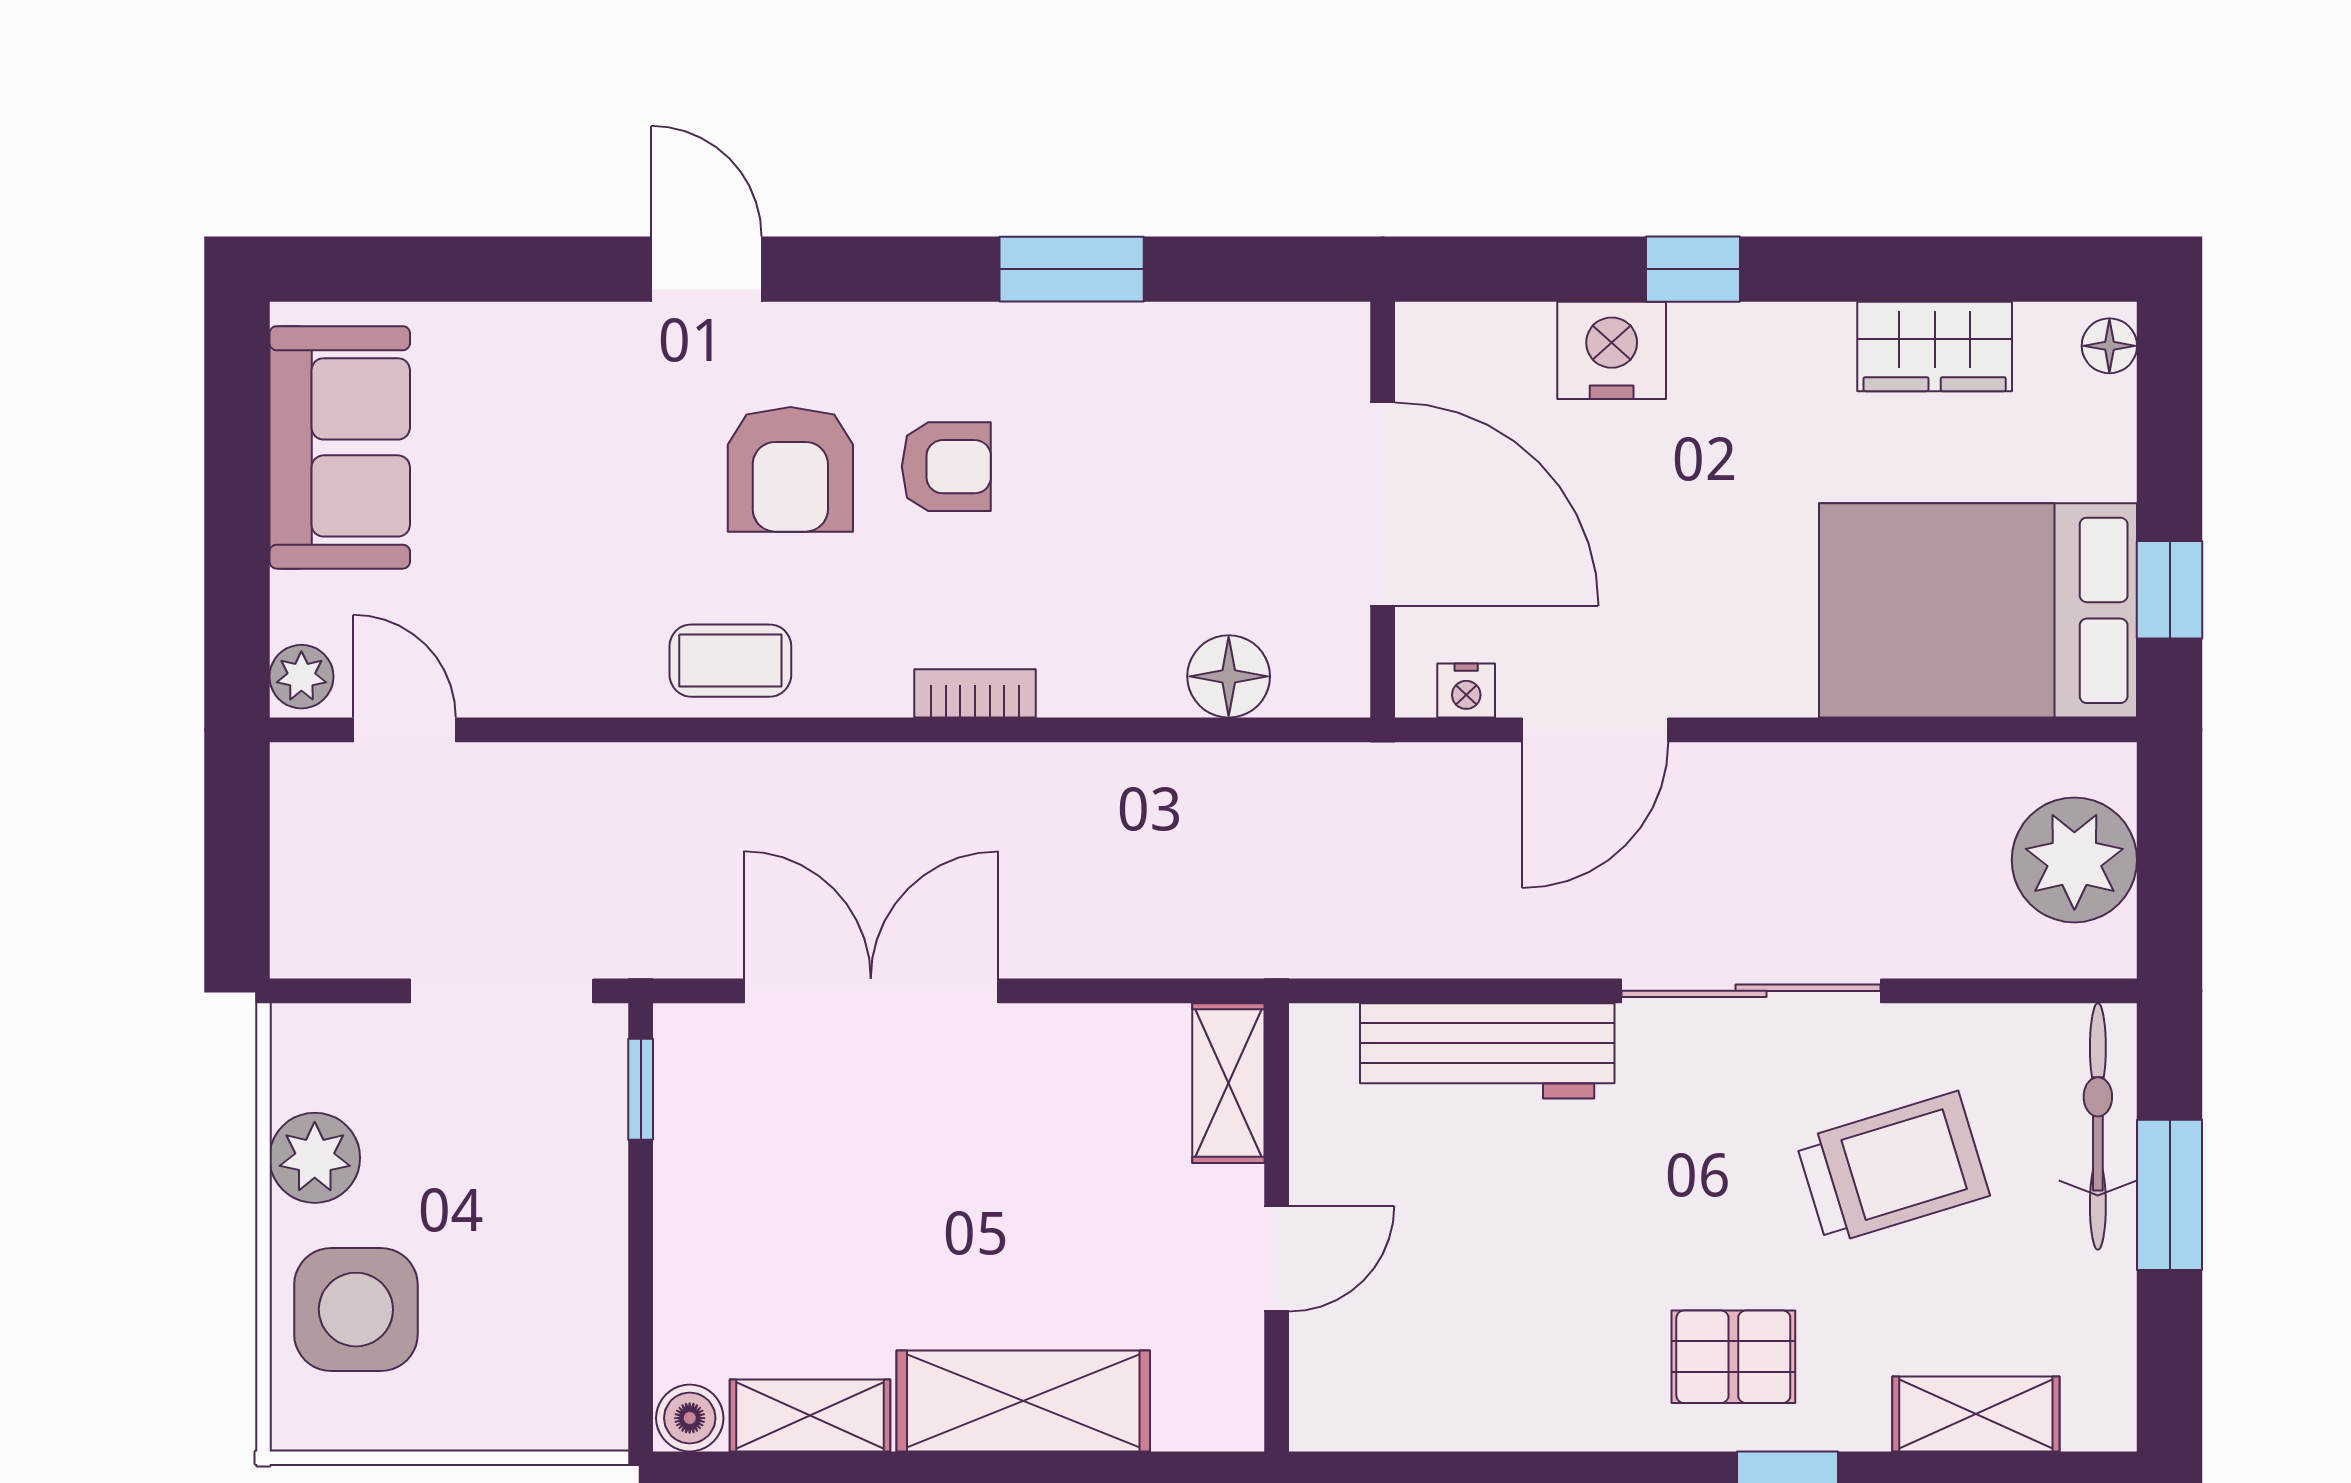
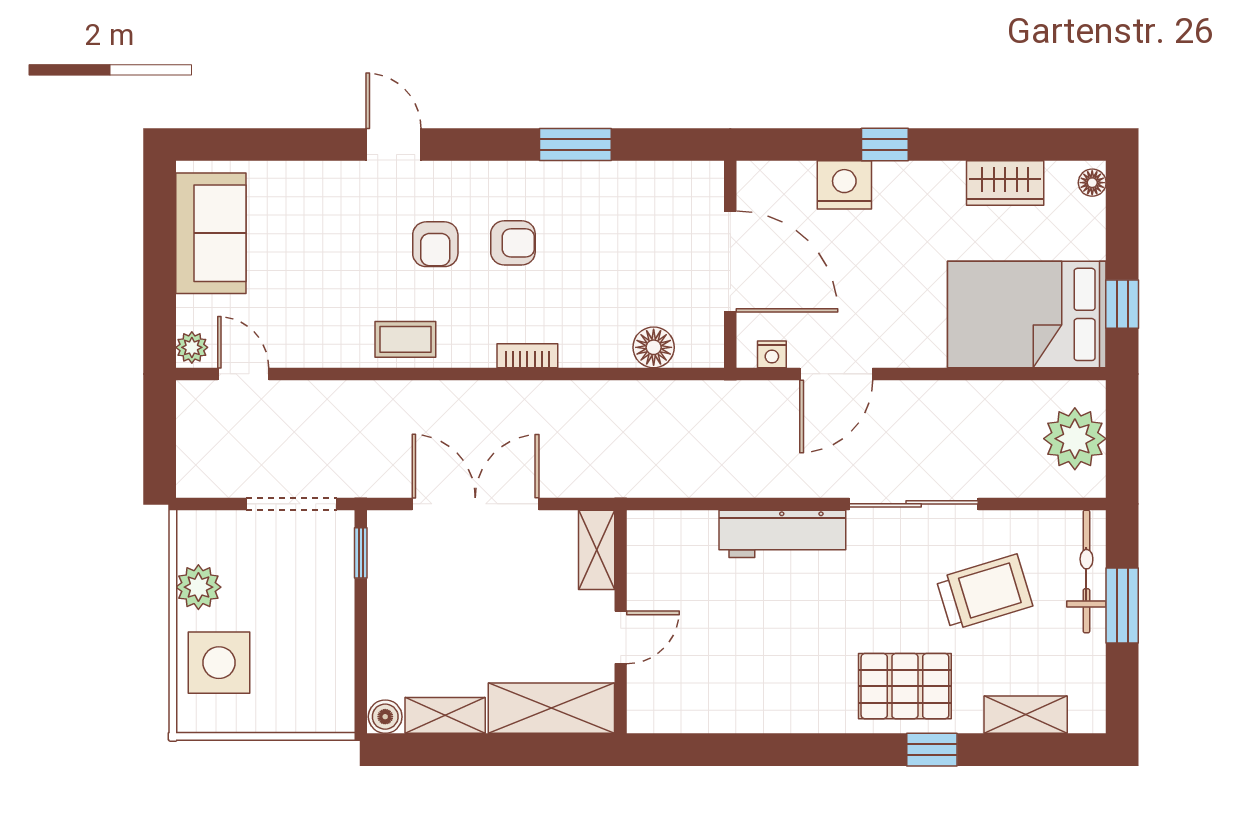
armchair: (790, 469) -> (435, 244), width x0.72, depth x0.72
shelving: (1228, 1083) -> (597, 550), moved
wall: (1277, 1227) -> (621, 622), moved
door: (1277, 1259) -> (621, 637), moved
pallet: (1733, 1357) -> (905, 686), width x1.50, depth x1.42

